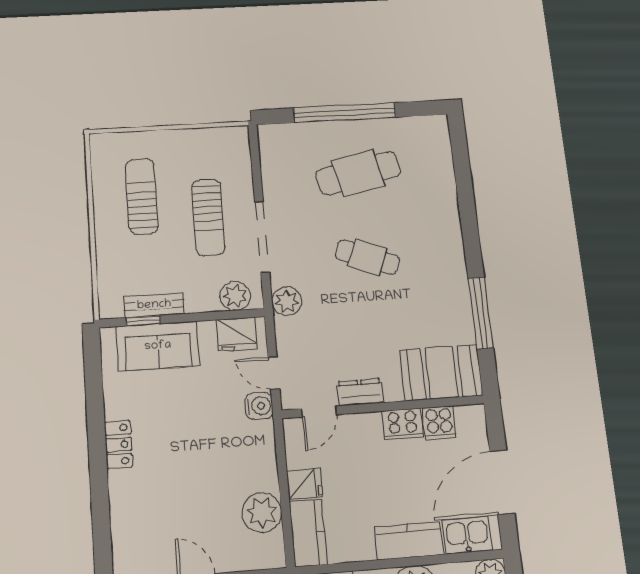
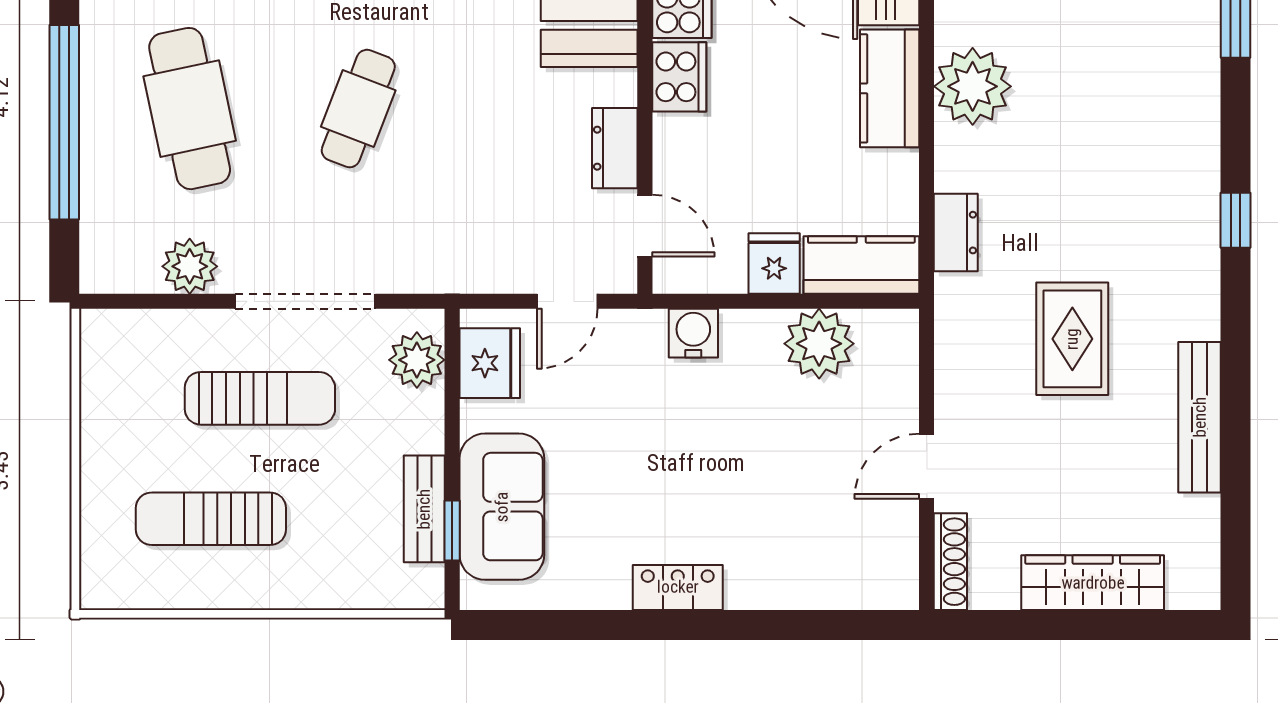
plant: (287, 301) -> (190, 266), moved
water cooler: (259, 406) -> (693, 333), moved

